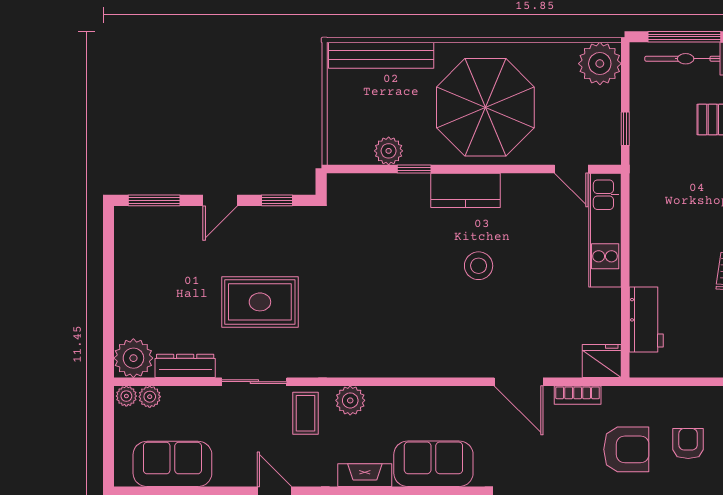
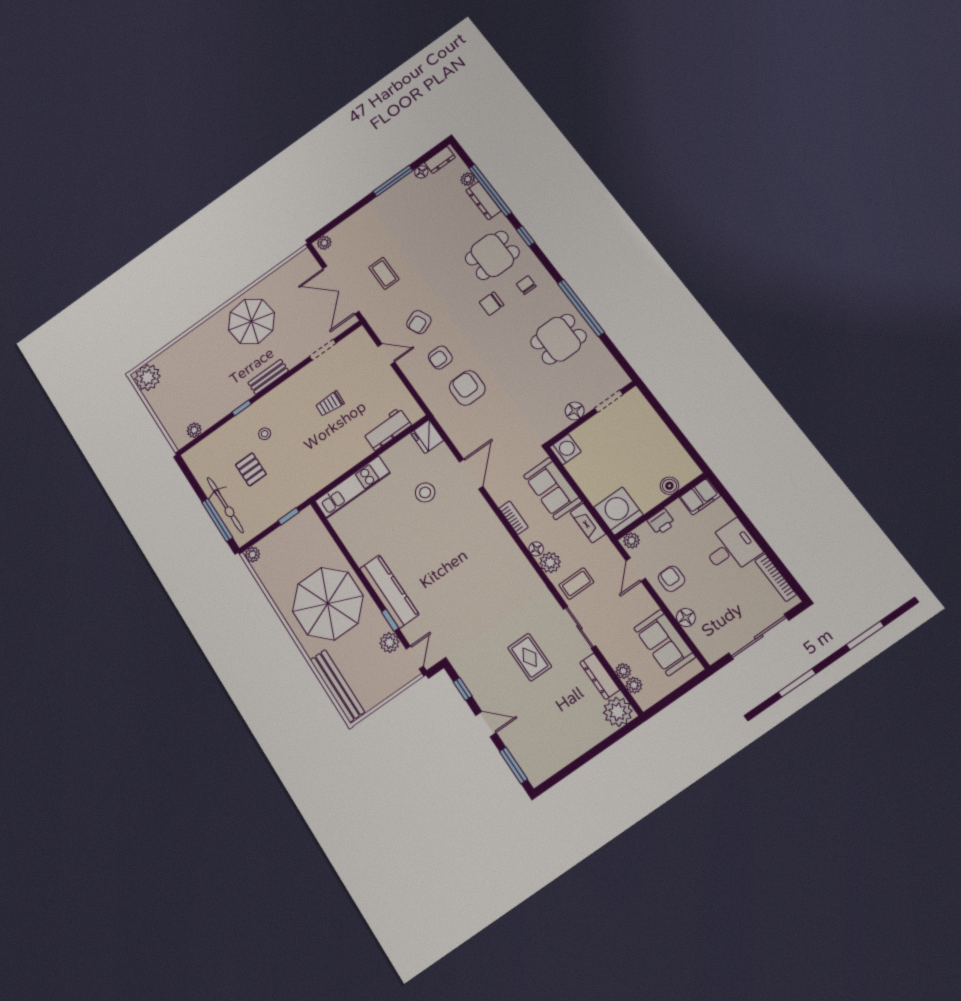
plant: (600, 64) -> (253, 555), width x0.53, depth x0.53
door: (571, 169) -> (415, 657), moved
kitchen counter: (466, 190) -> (389, 591), width x1.50
stool: (479, 266) -> (425, 492), moved
rug: (260, 302) -> (530, 657), width x0.73, depth x0.70
bookcase: (578, 395) -> (514, 518), moved
plant: (126, 396) -> (623, 671), moved
floor lamp: (377, 396) -> (536, 549), added

